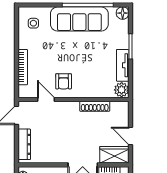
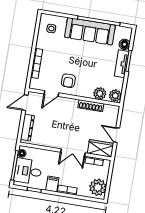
floor lamp: (123, 13) -> (125, 44), moved
tv unit: (123, 65) -> (122, 64), moved
plant: (103, 90) -> (100, 94), added
door: (46, 100) -> (51, 93), swing flipped

